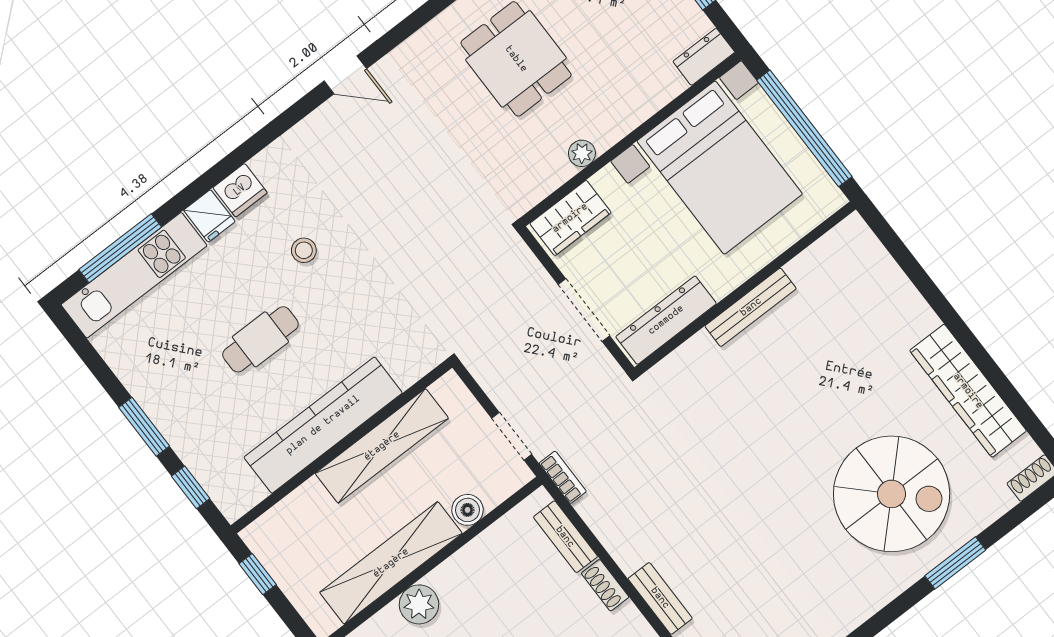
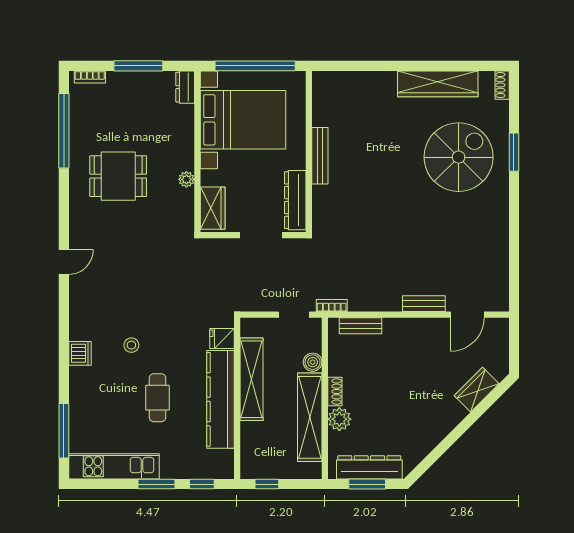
fridge: (209, 216) -> (222, 339), moved, turned 180
kitchen unit: (134, 275) -> (114, 466), moved, turned -90
shoe rack: (605, 585) -> (335, 391), moved, turned -90

